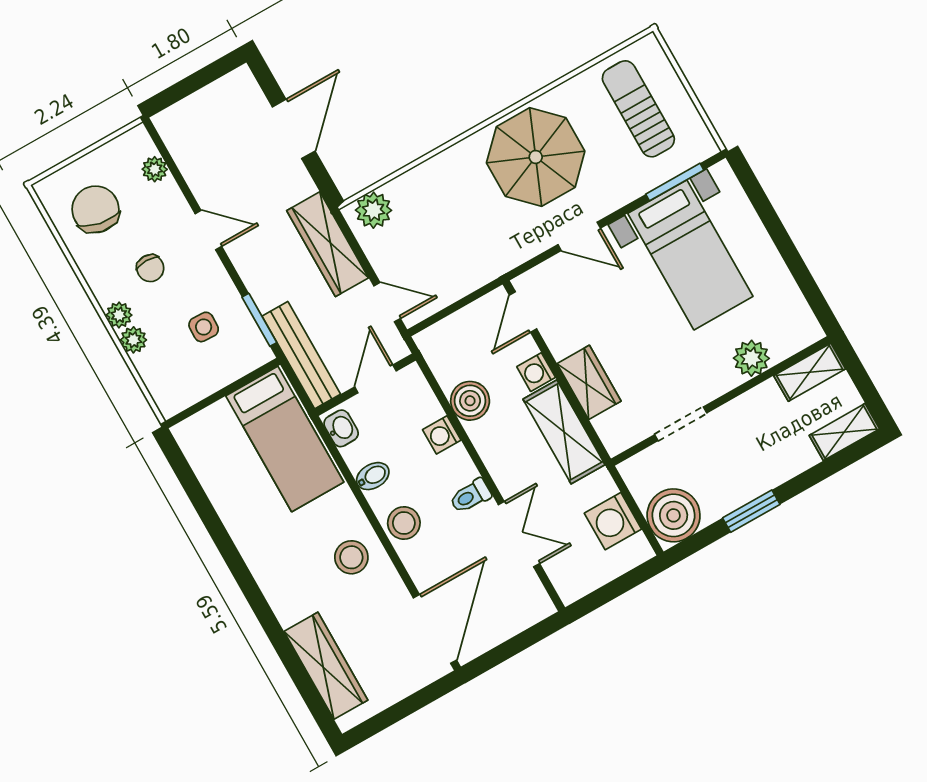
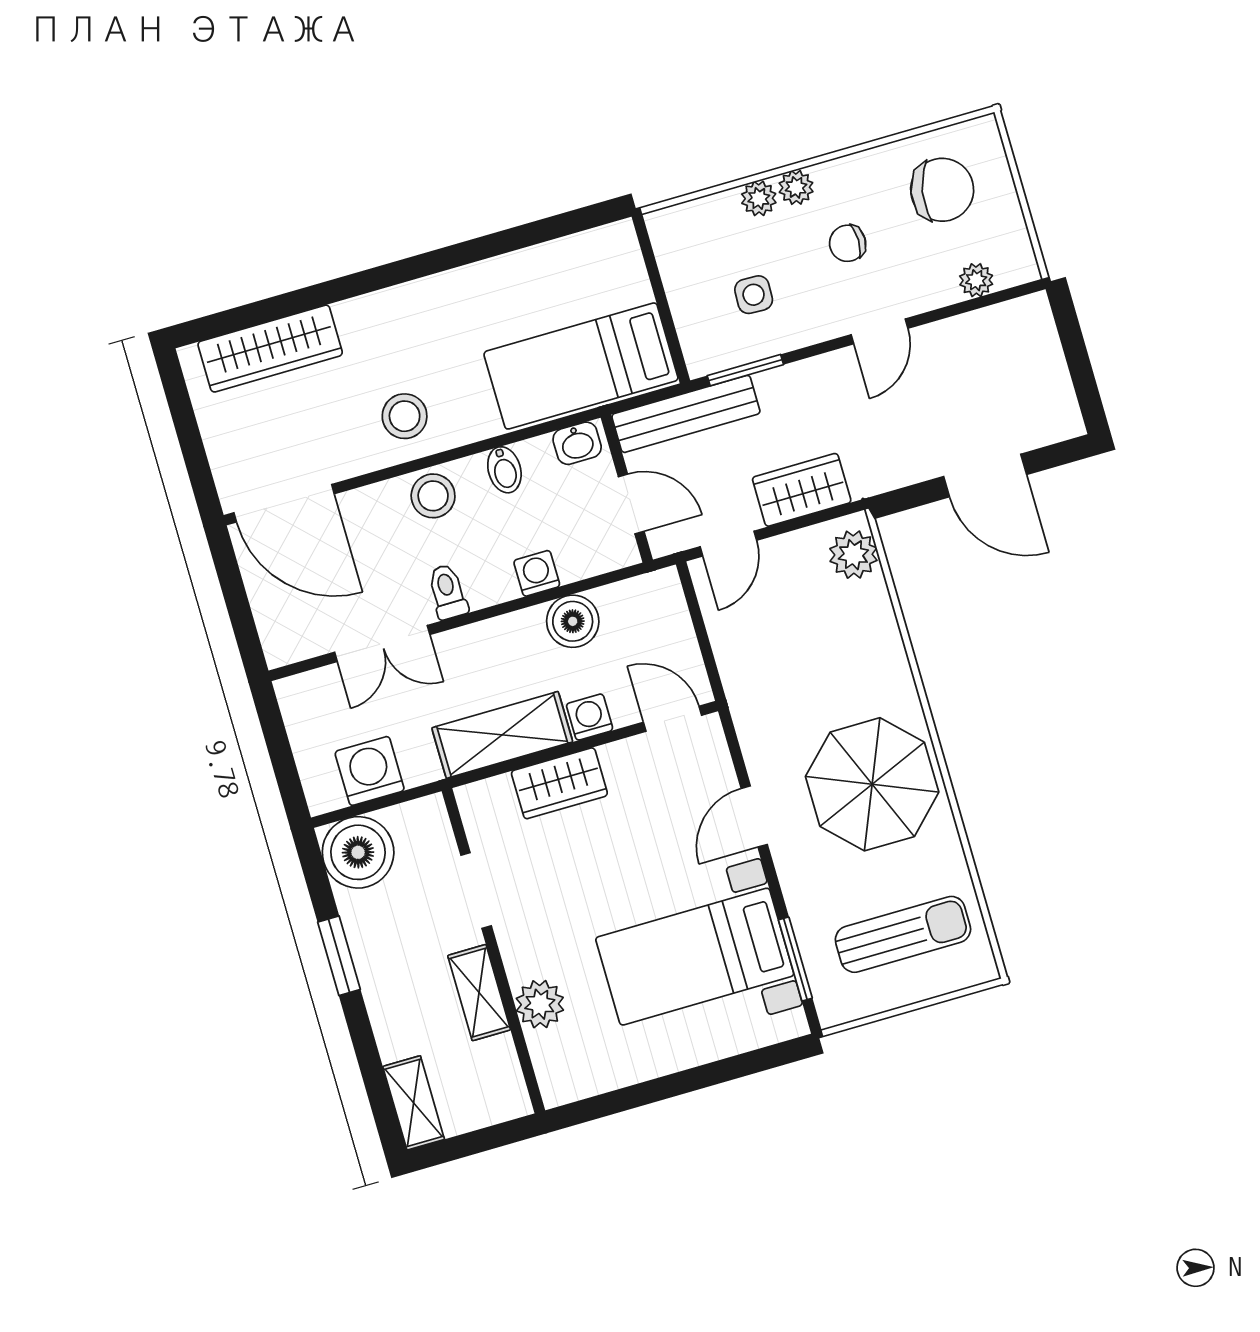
wardrobe: (328, 244) -> (802, 490), width x0.67
shelving: (810, 372) -> (479, 993), moved

